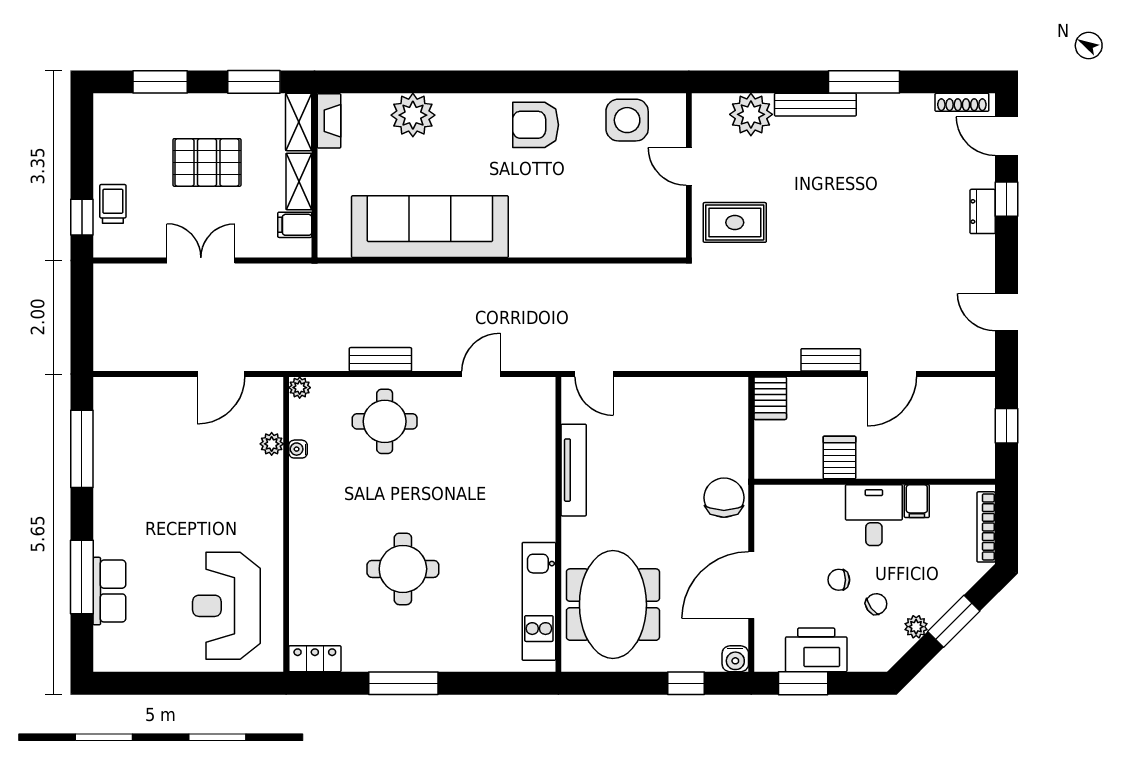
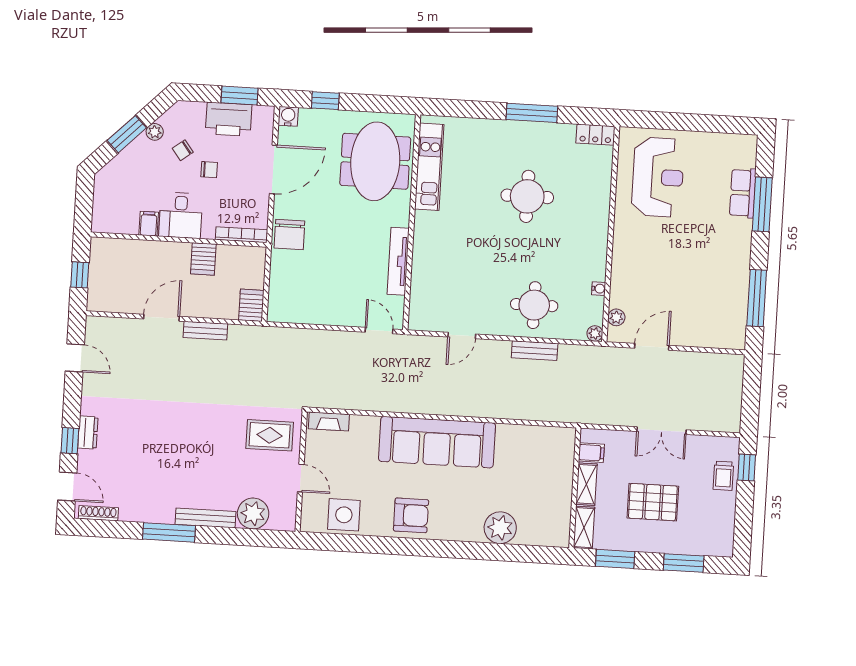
fireplace: (329, 121) -> (329, 421), moved, turned -90
sofa: (430, 227) -> (437, 442), moved
plant: (272, 444) -> (616, 317), moved
bookcase: (986, 527) -> (242, 235), moved, turned -90

